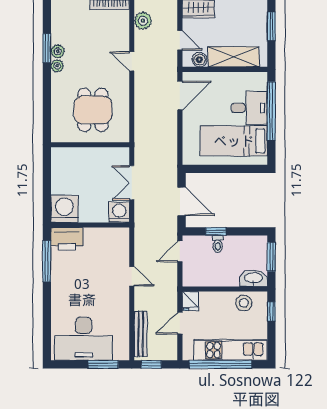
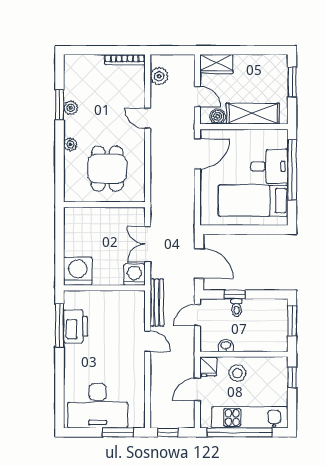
plant: (57, 66) -> (70, 144), moved
printer: (67, 239) -> (76, 326), moved, turned -90
washbasin: (254, 278) -> (226, 346), moved, width x0.52, depth x0.69
stool: (244, 303) -> (237, 373), moved
bench: (141, 334) -> (157, 302), moved

